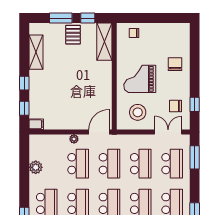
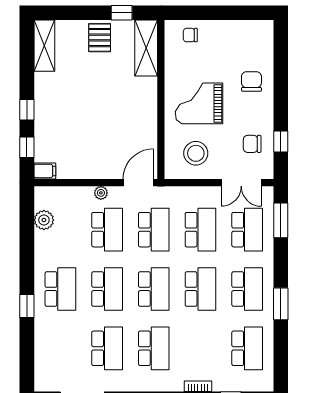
window: (61, 18) -> (81, 13), removed
shelving: (36, 52) -> (44, 46), moved
double door: (168, 132) -> (241, 183), swing flipped
plant: (36, 167) -> (44, 220), moved

